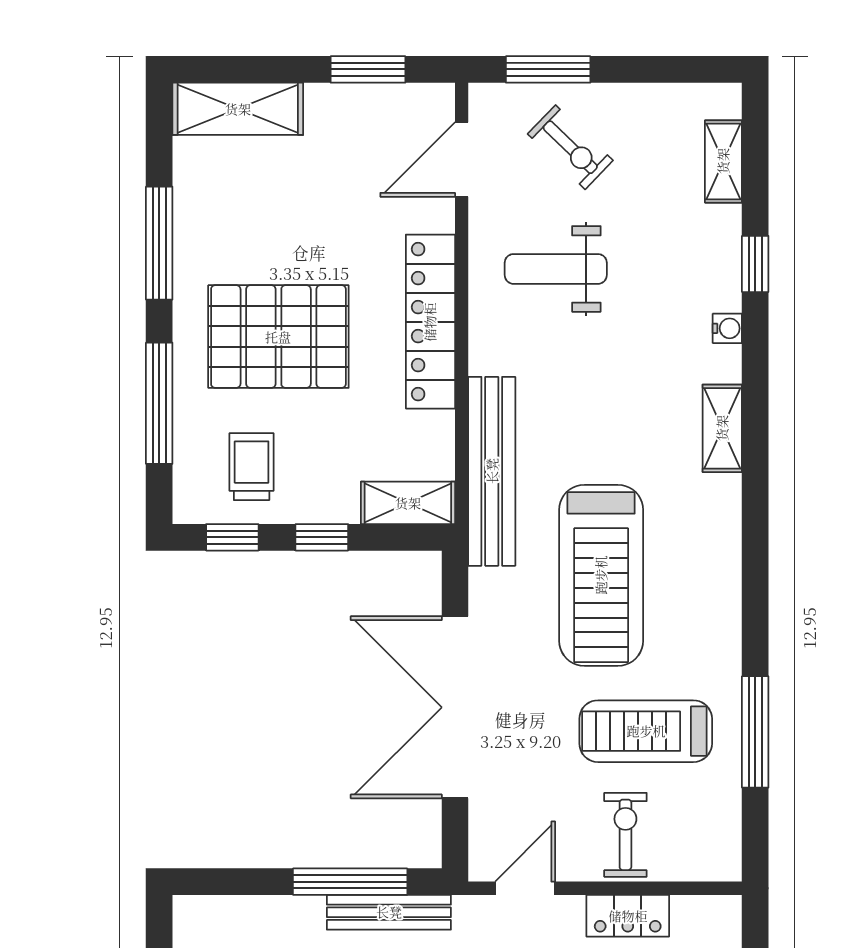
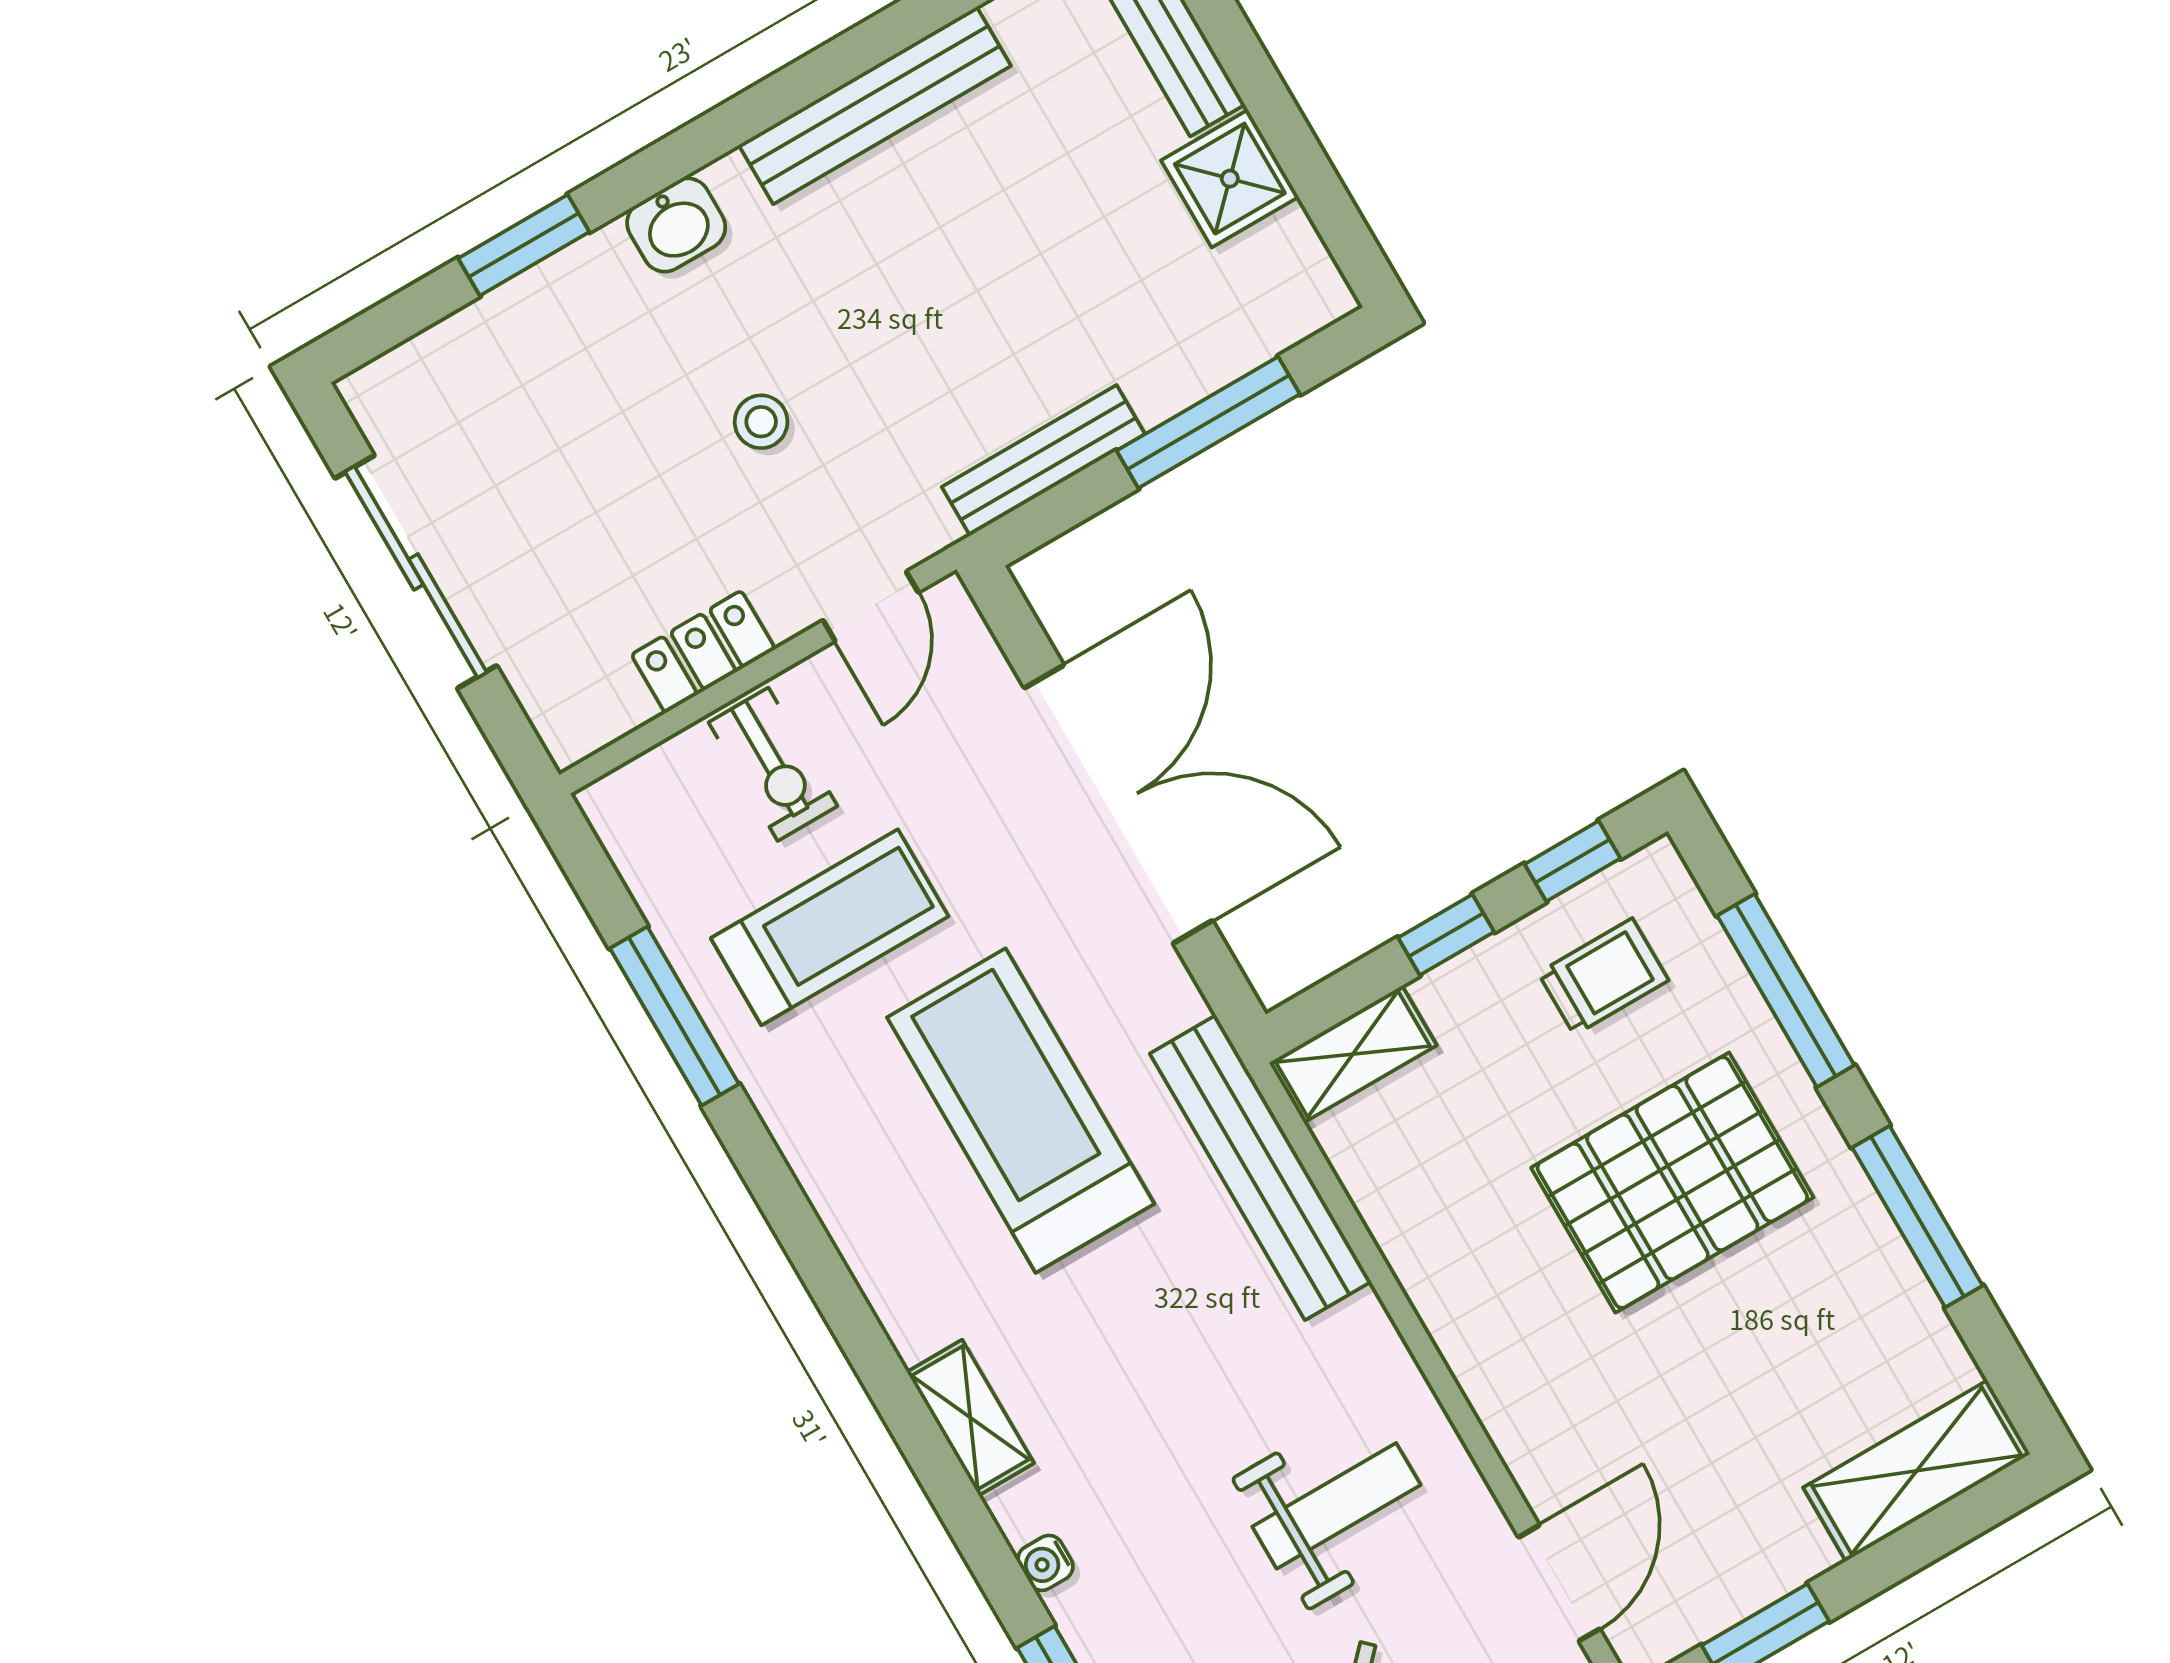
locker: (430, 322) -> (1470, 1329), removed
trolley: (252, 467) -> (1603, 977), turned -90
window: (350, 882) -> (1208, 422), moved

